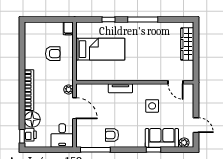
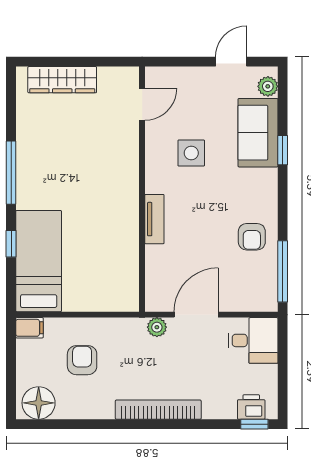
bed: (100, 49) -> (39, 261), moved
floor lamp: (32, 119) -> (39, 403), moved

